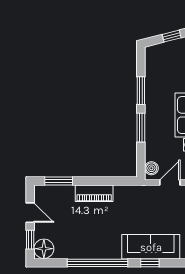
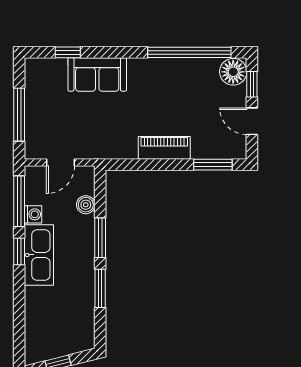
boiler: (151, 168) -> (86, 205), moved
sofa: (151, 247) -> (97, 74), width x0.73
window: (97, 263) -> (189, 52), moved
window: (150, 263) -> (68, 52), moved

